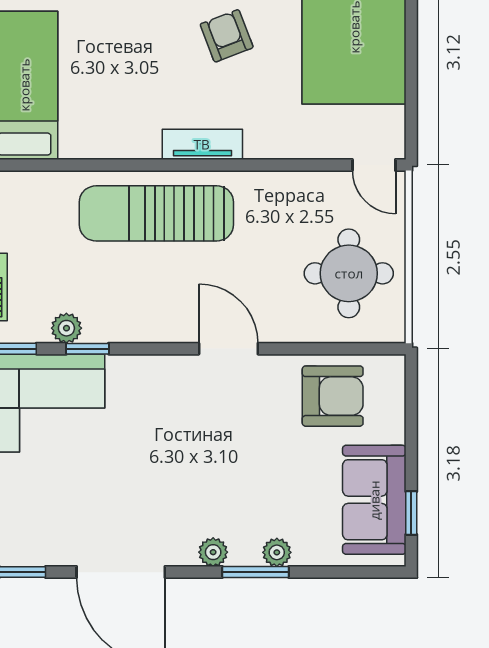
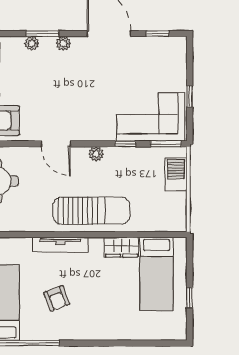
wardrobe: (95, 139) -> (122, 247), added
tv unit: (202, 144) -> (60, 245), width x1.41
plant: (66, 328) -> (96, 154), moved

